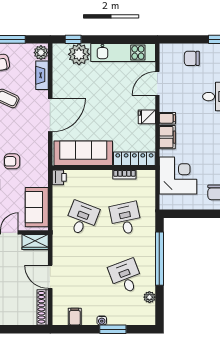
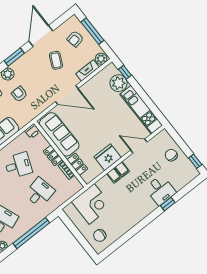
fridge: (147, 117) -> (108, 157), width x1.88, depth x1.34
filing cabinet: (167, 137) -> (114, 176), width x0.50
locker: (134, 159) -> (77, 164), width x0.66
locker: (99, 176) -> (53, 155), added

